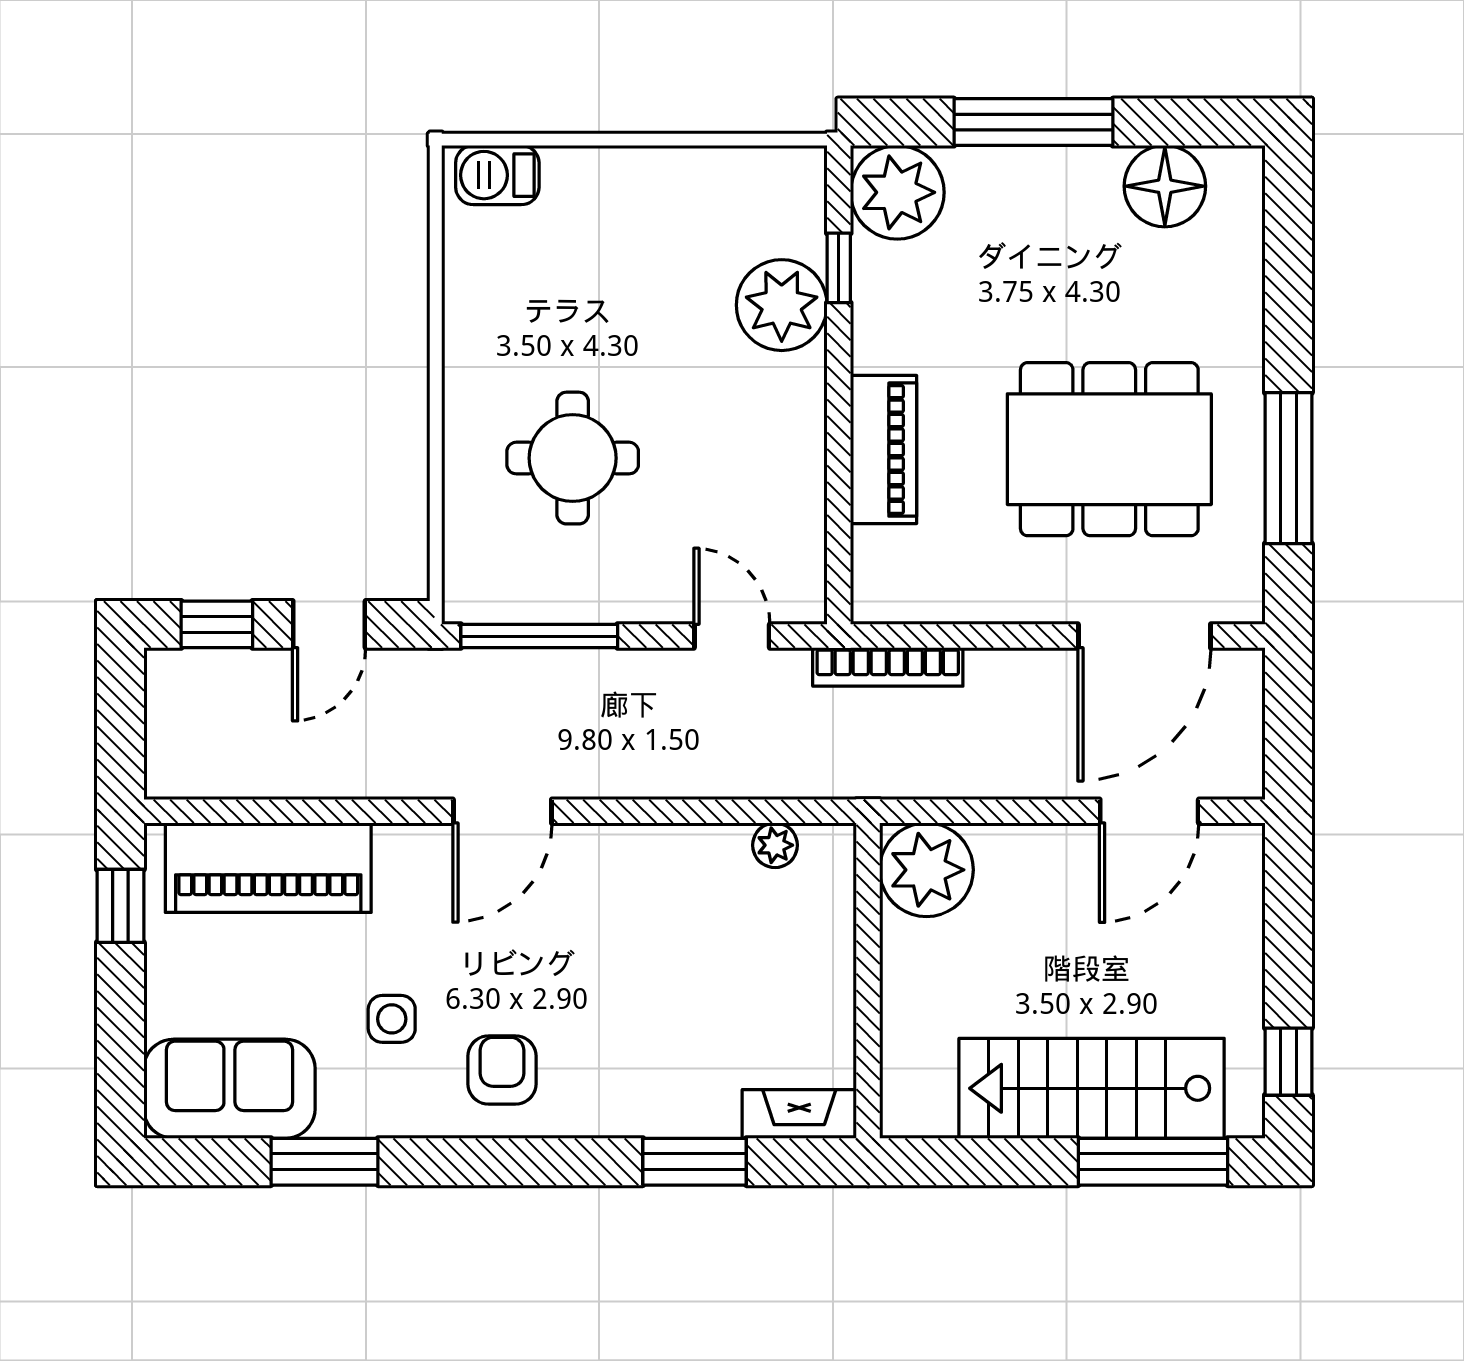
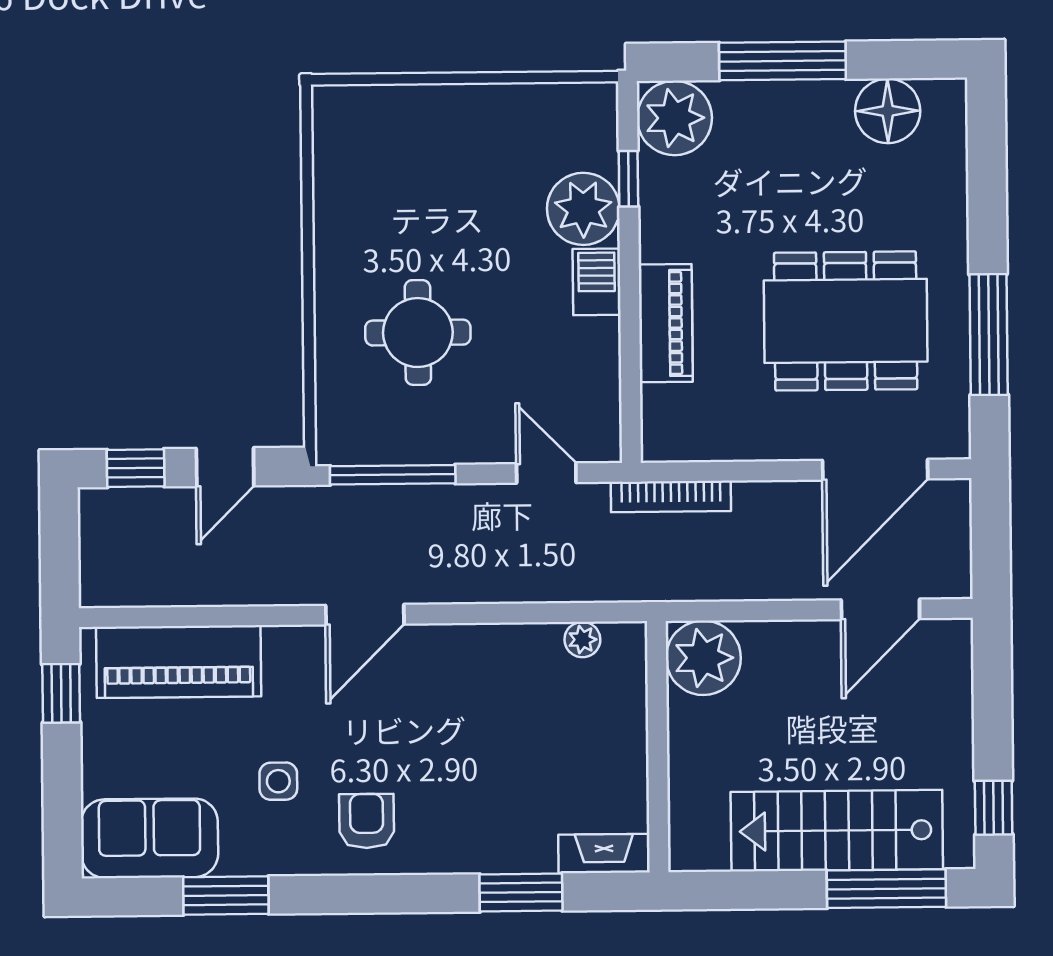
barbecue: (497, 175) -> (597, 282), moved, turned 90

